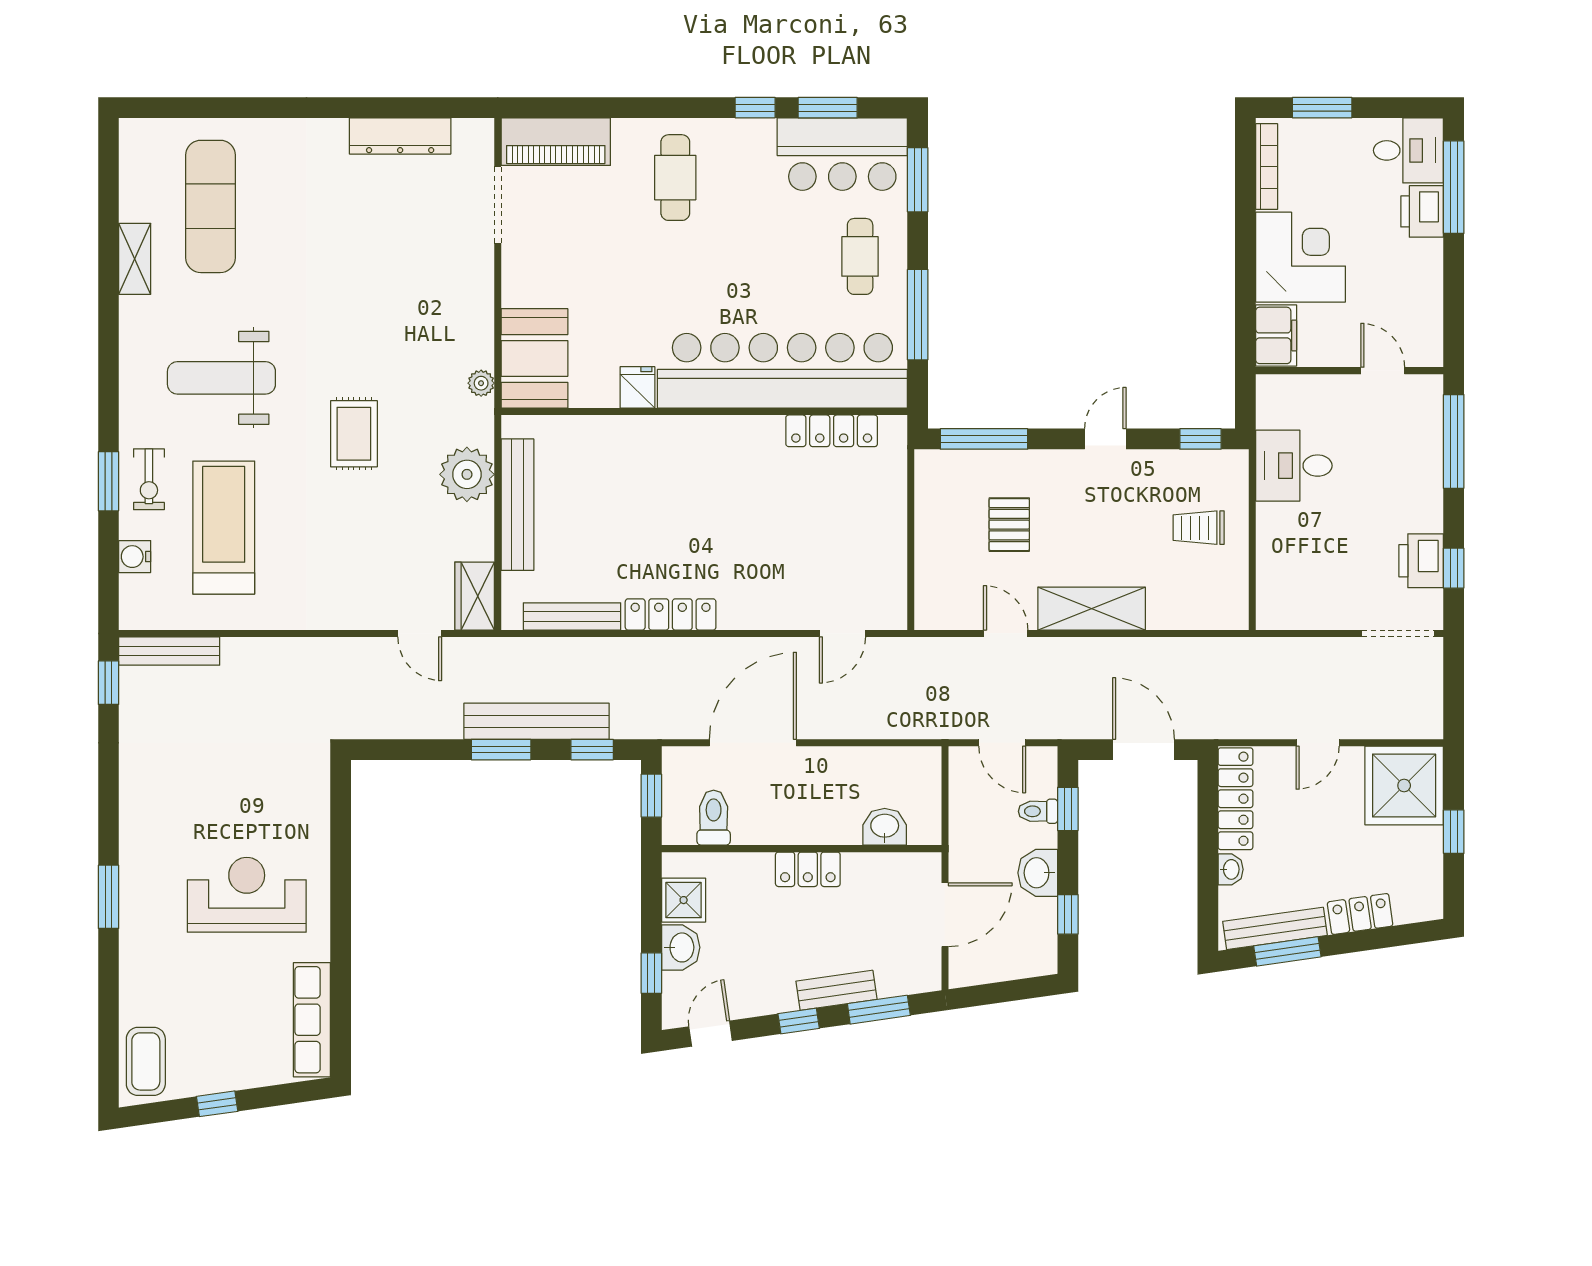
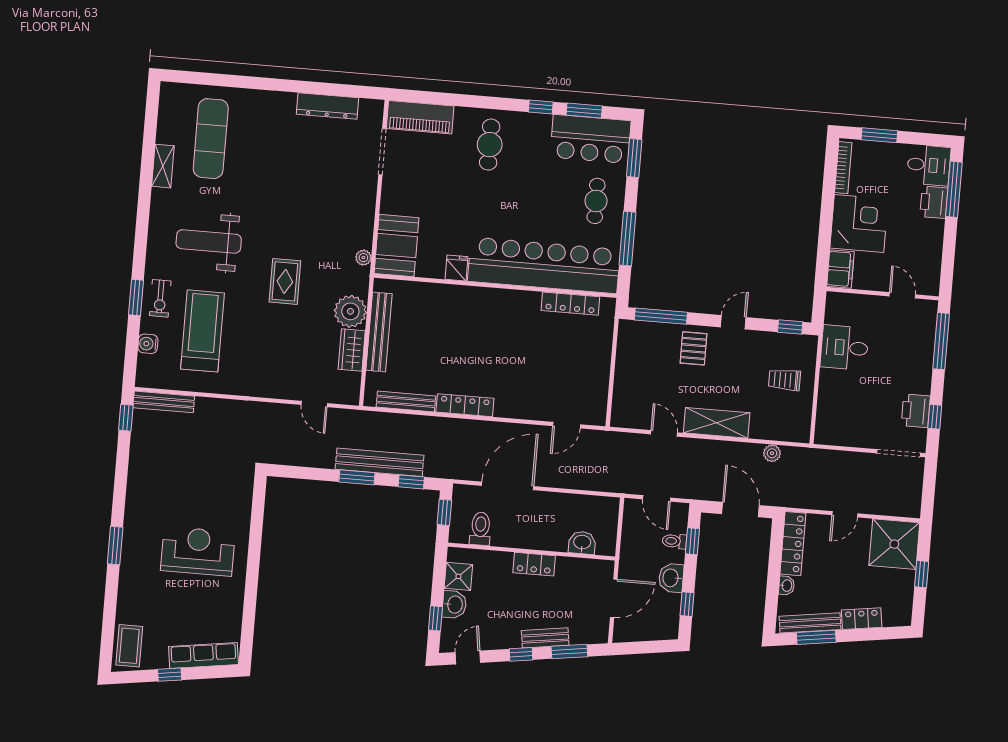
pallet: (1009, 525) -> (694, 348), moved
wardrobe: (475, 596) -> (352, 350), moved
plant: (1188, 652) -> (772, 453), added
row of seats: (312, 1020) -> (204, 655), moved, turned 82

